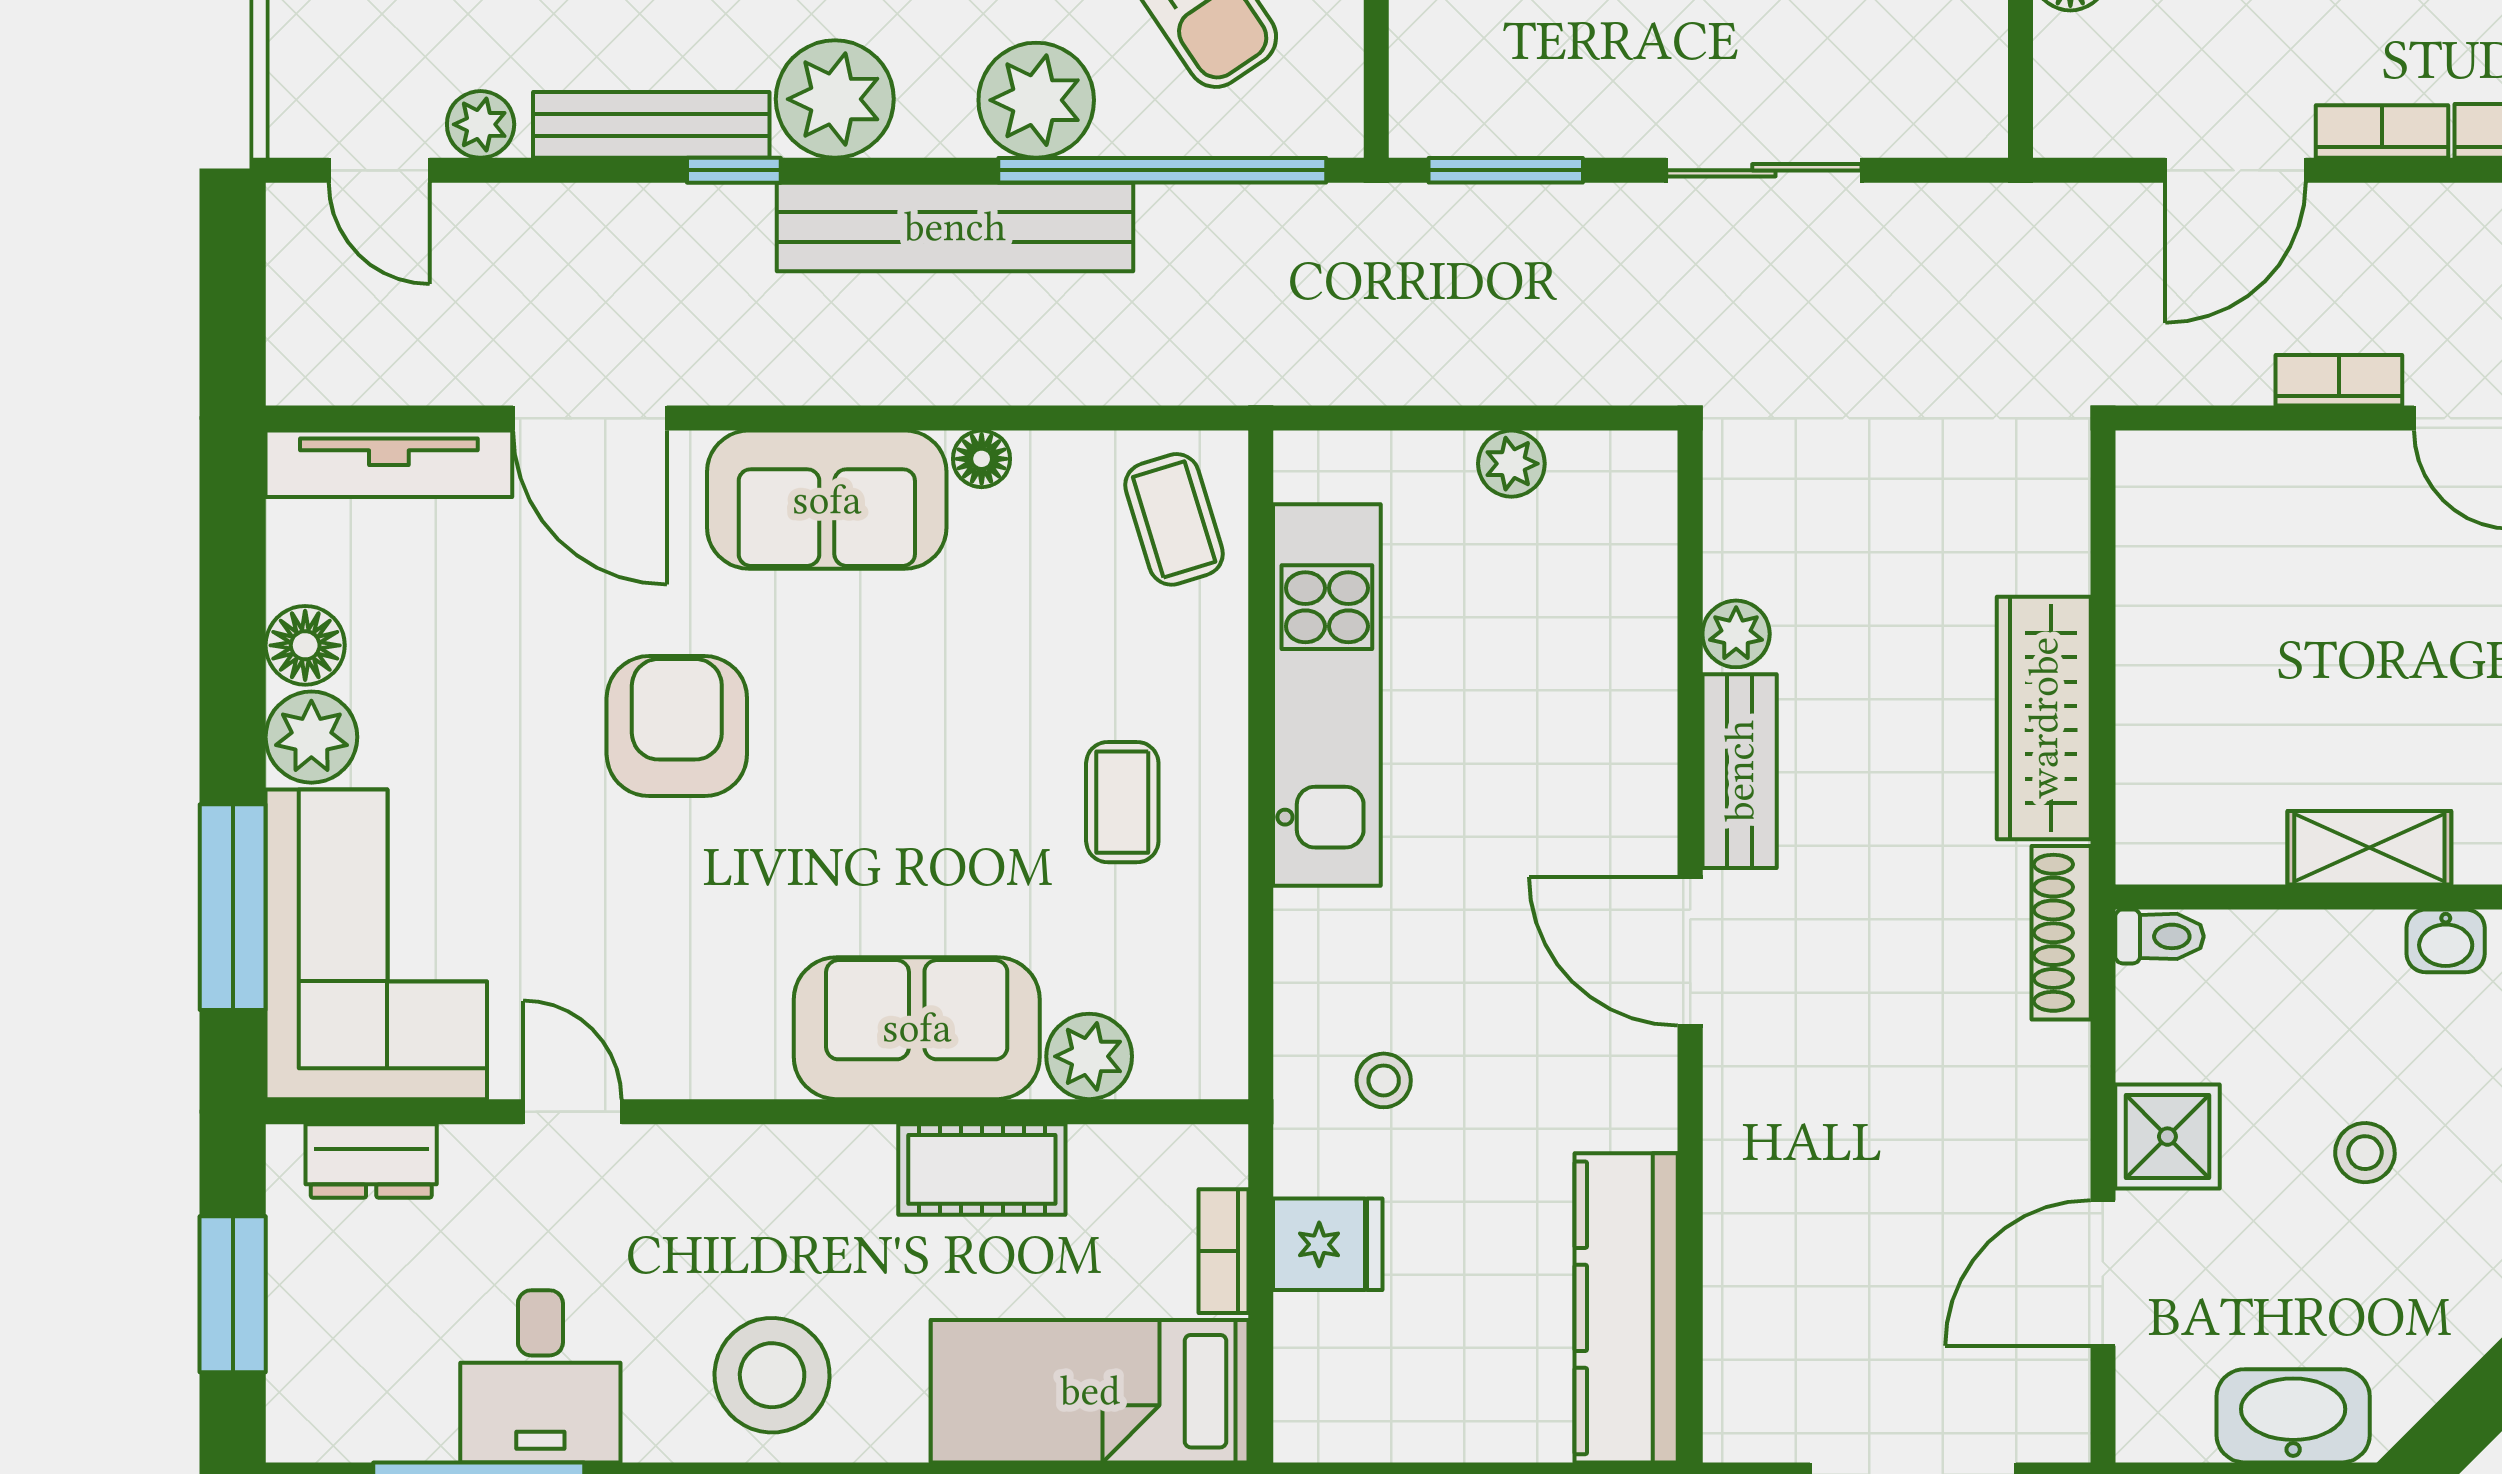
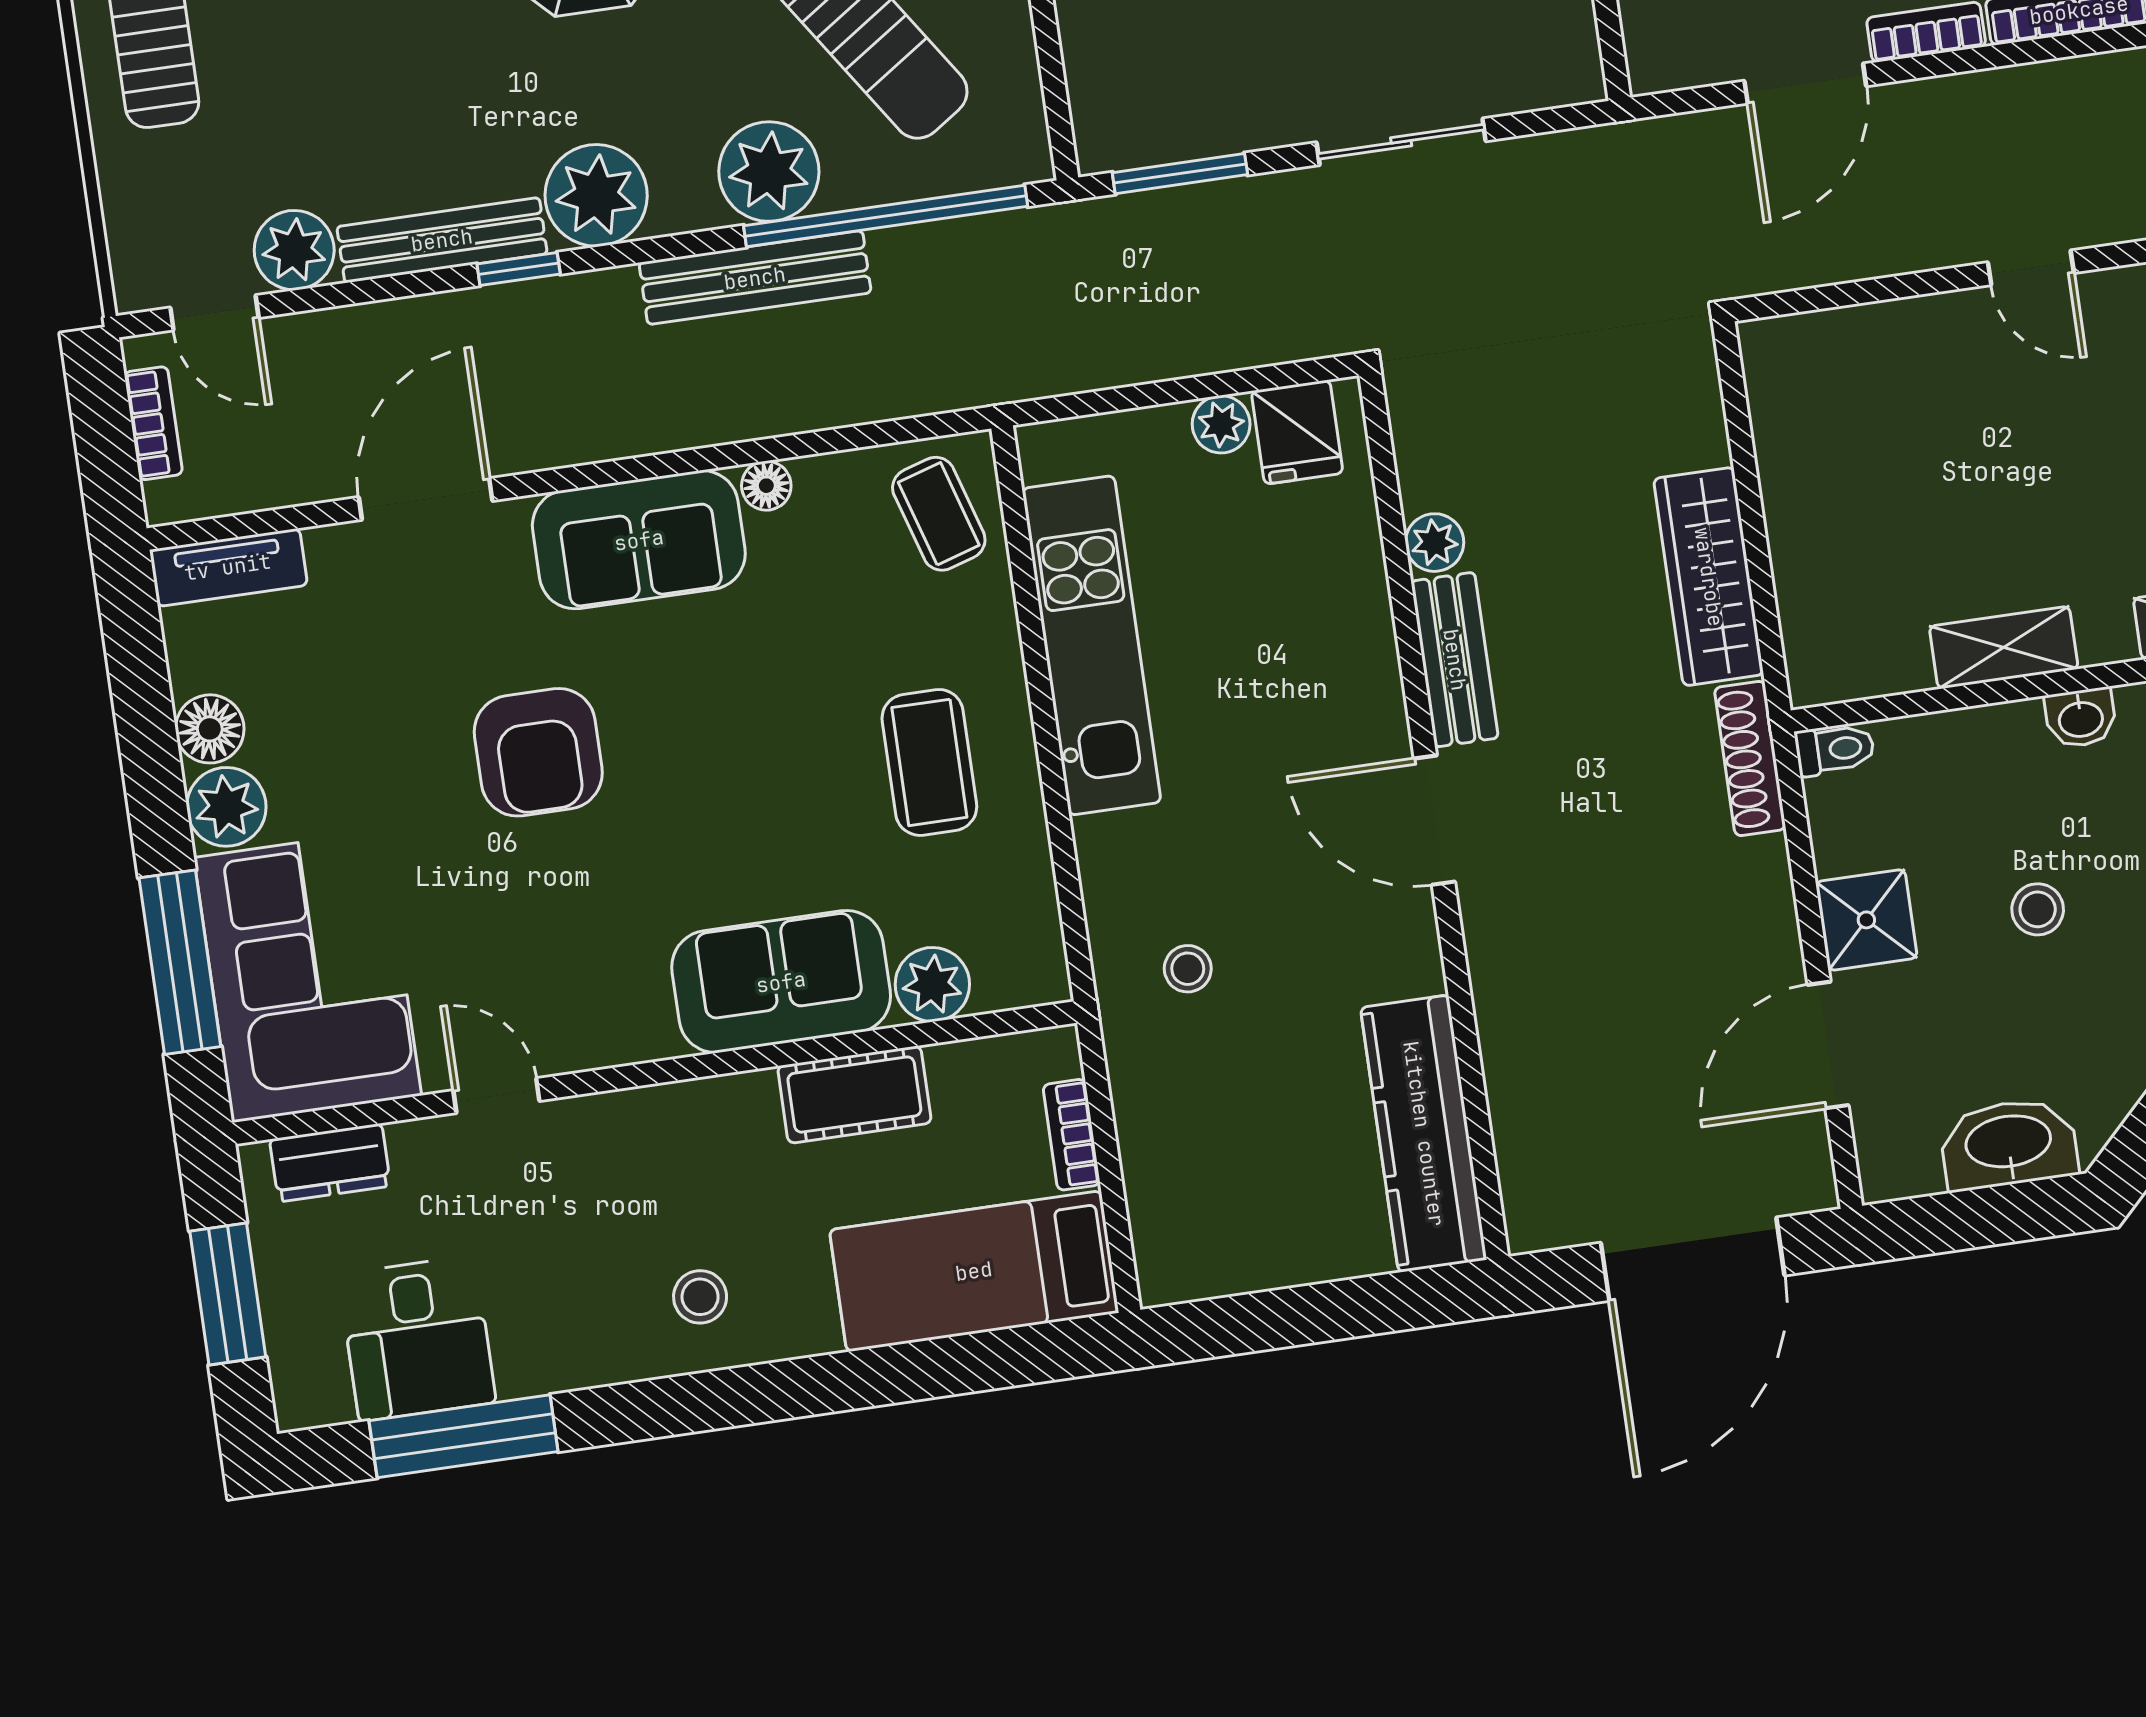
plant: (481, 124) -> (294, 250), width x1.38, depth x1.38
bench: (955, 227) -> (755, 278), width x0.73, depth x0.82
bookcase: (2339, 380) -> (153, 423), moved, turned 90
door: (590, 418) -> (426, 499), swing flipped
tv unit: (389, 464) -> (228, 567), width x0.71
armchair: (677, 726) -> (538, 752), turned 180
coffee table: (1122, 802) -> (929, 762), width x1.36, depth x1.30
fridge: (1328, 1244) -> (1297, 432), moved, turned 90
stool: (772, 1375) -> (700, 1297), width x0.53, depth x0.53
desk: (540, 1376) -> (417, 1339), moved

